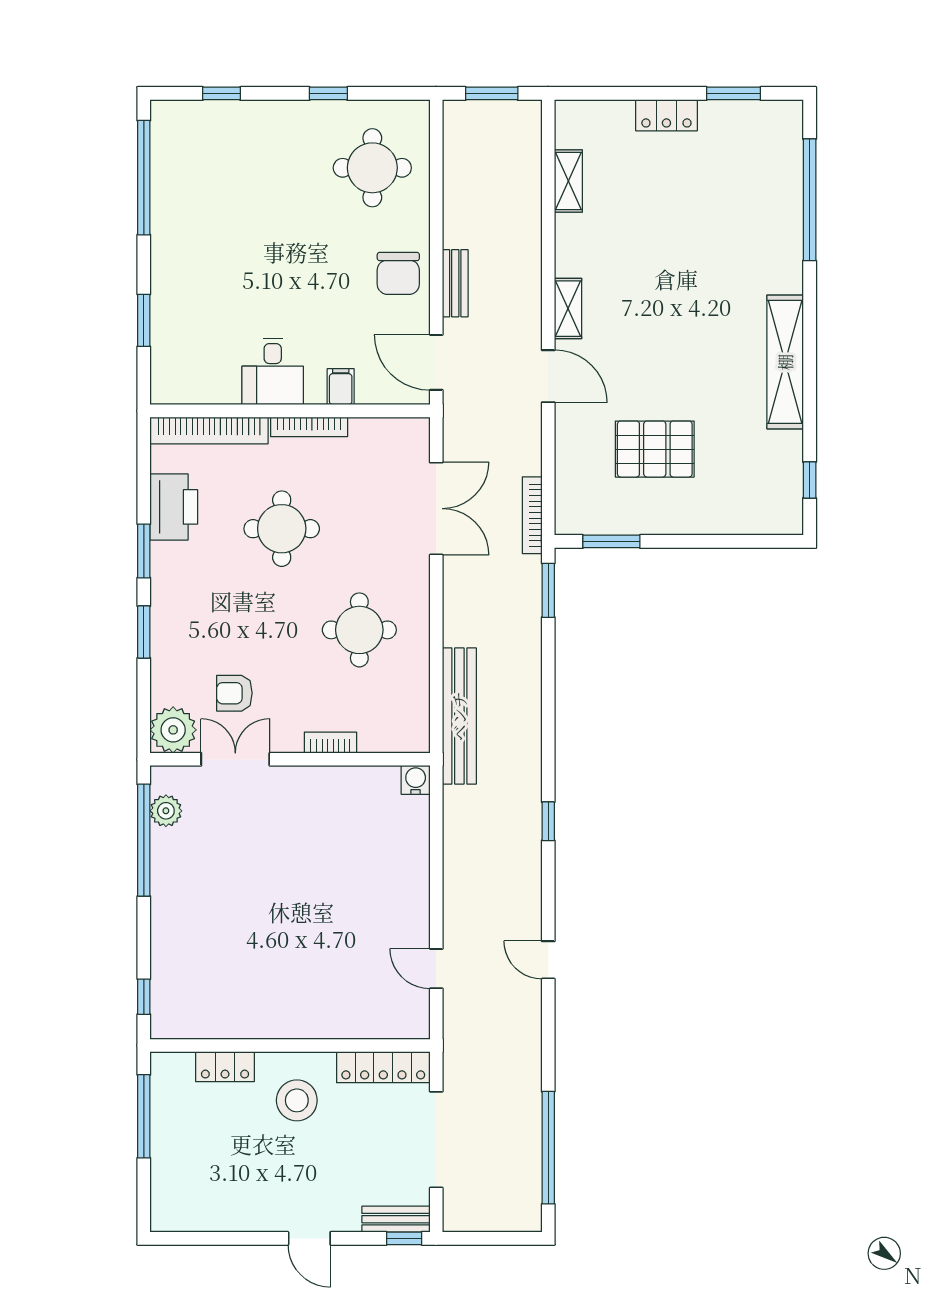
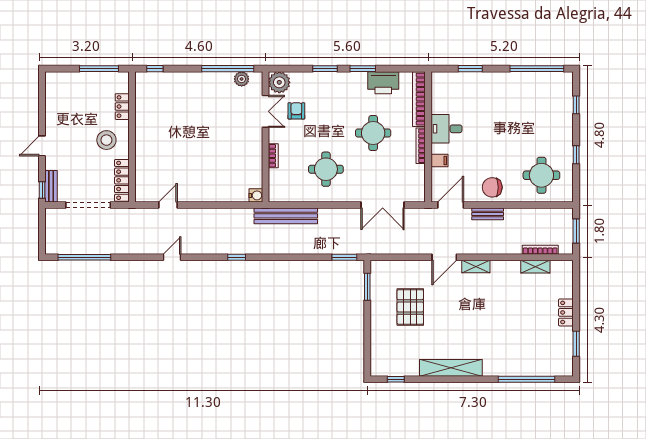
bookcase: (532, 515) -> (540, 250), moved

